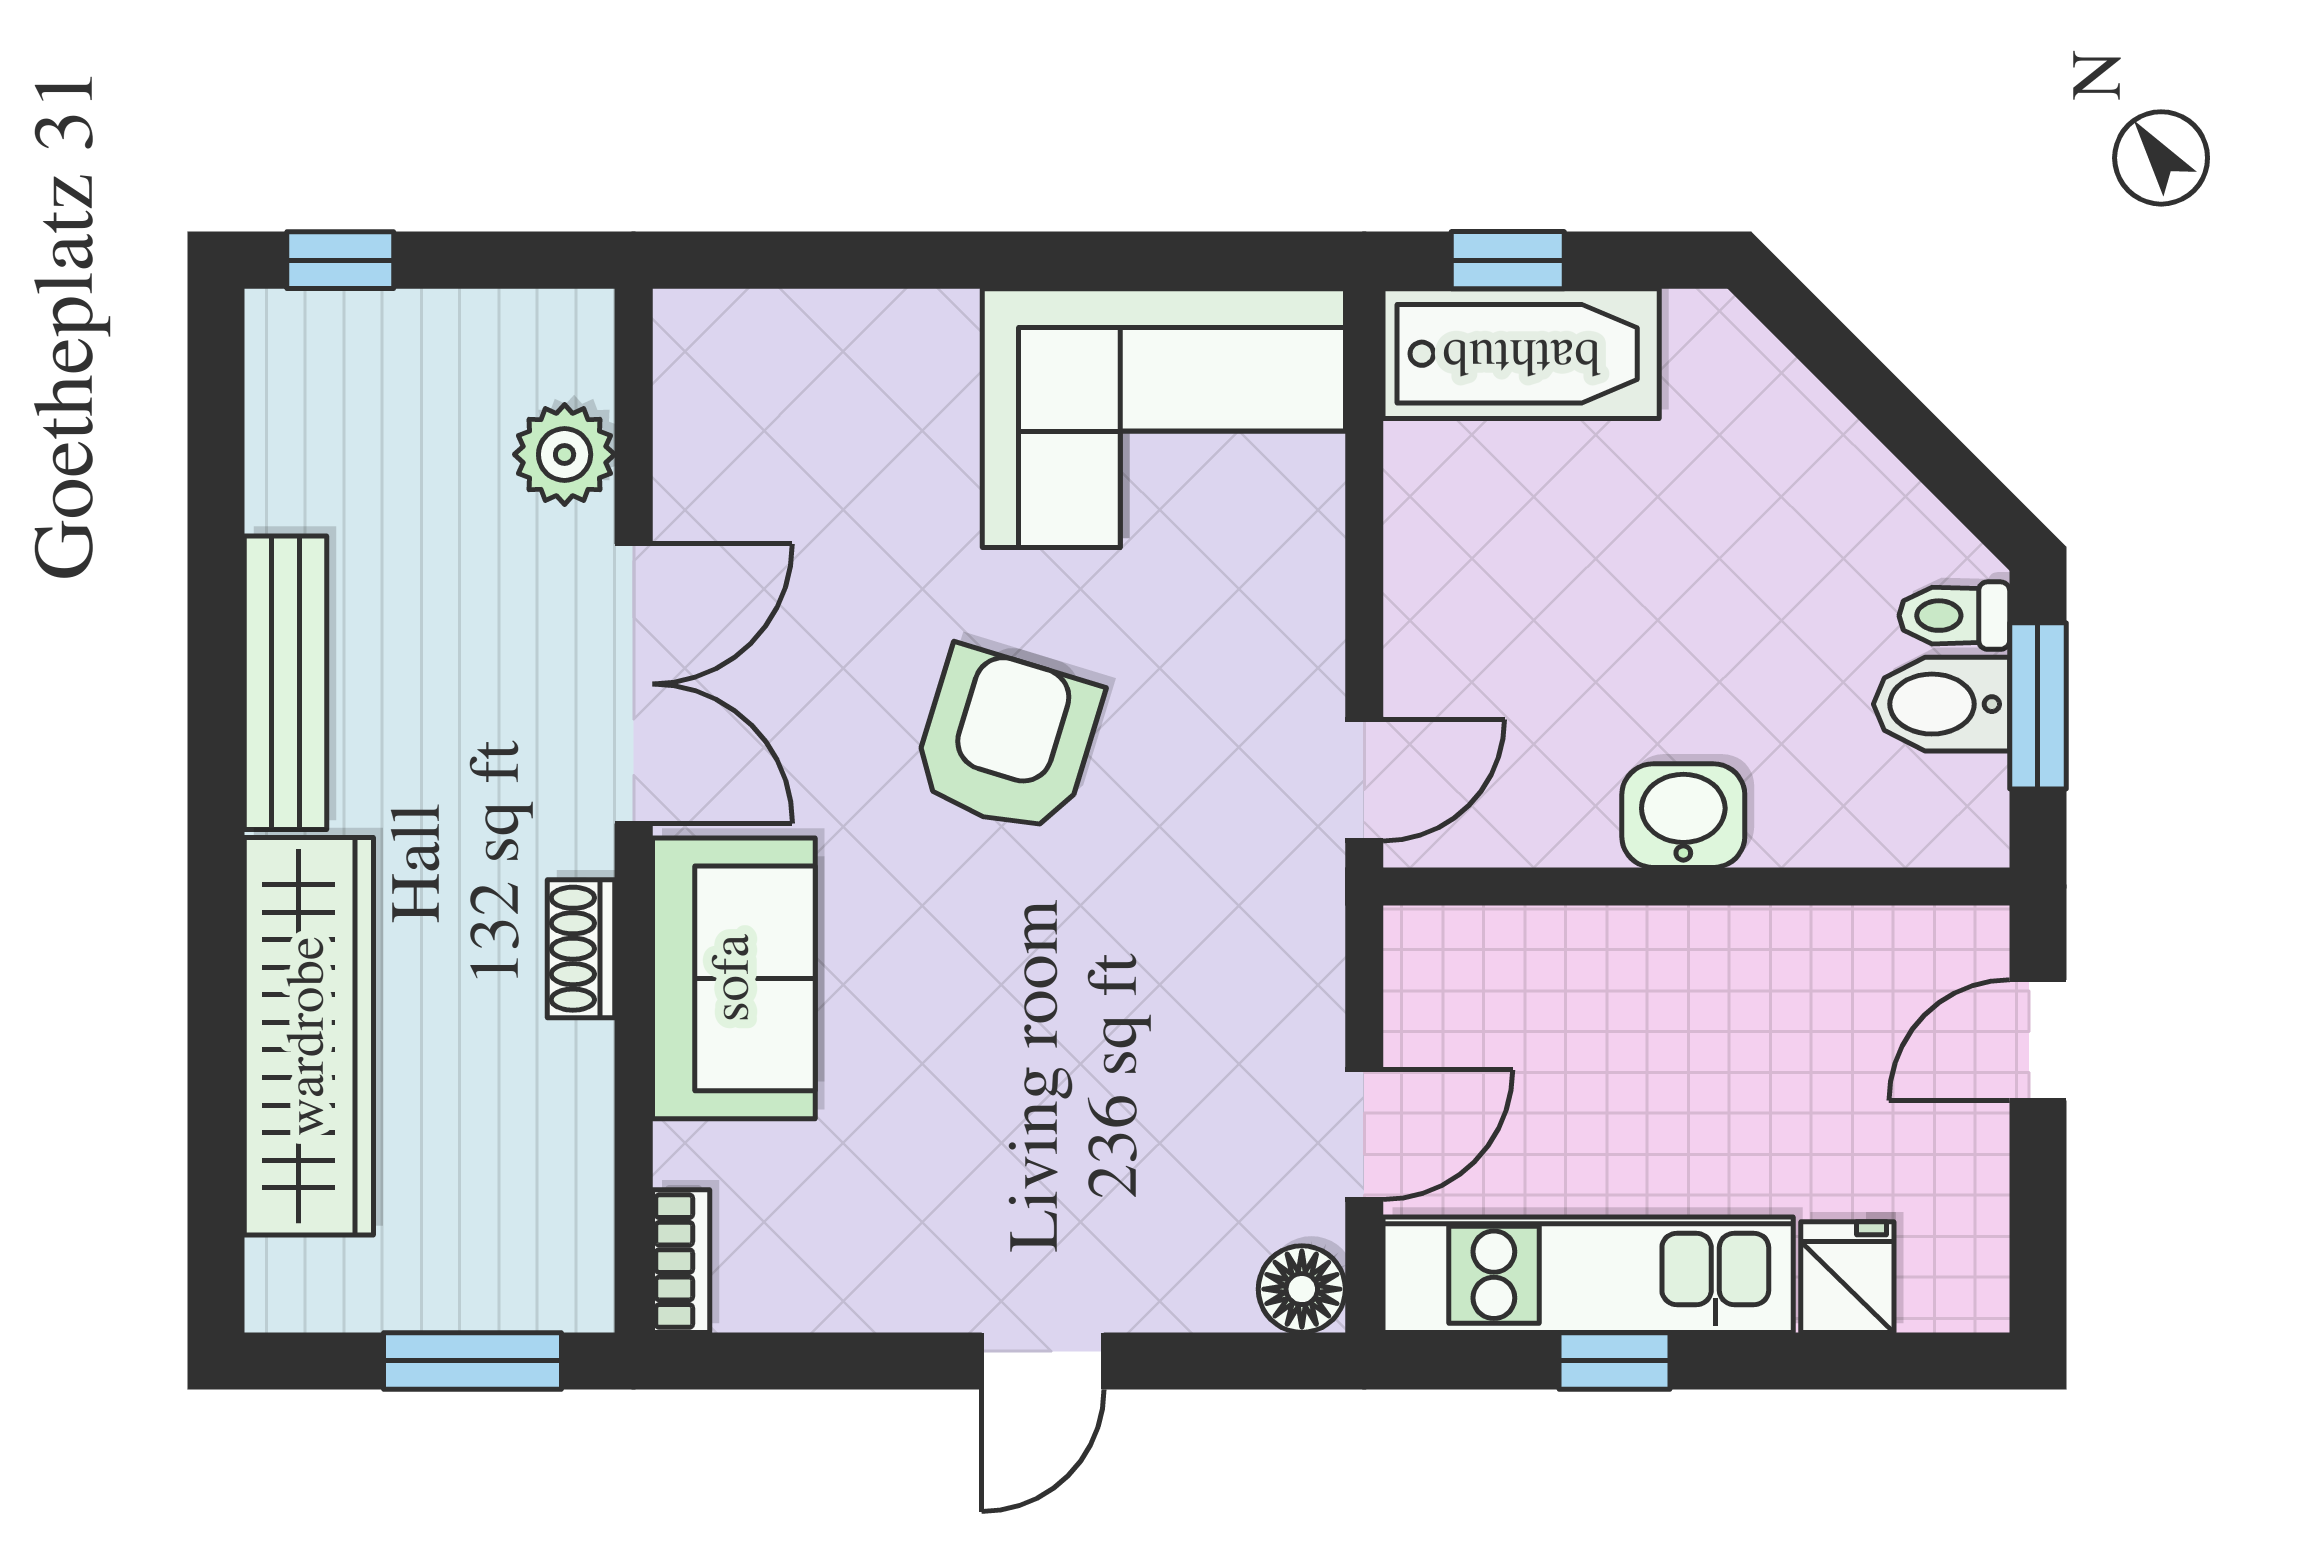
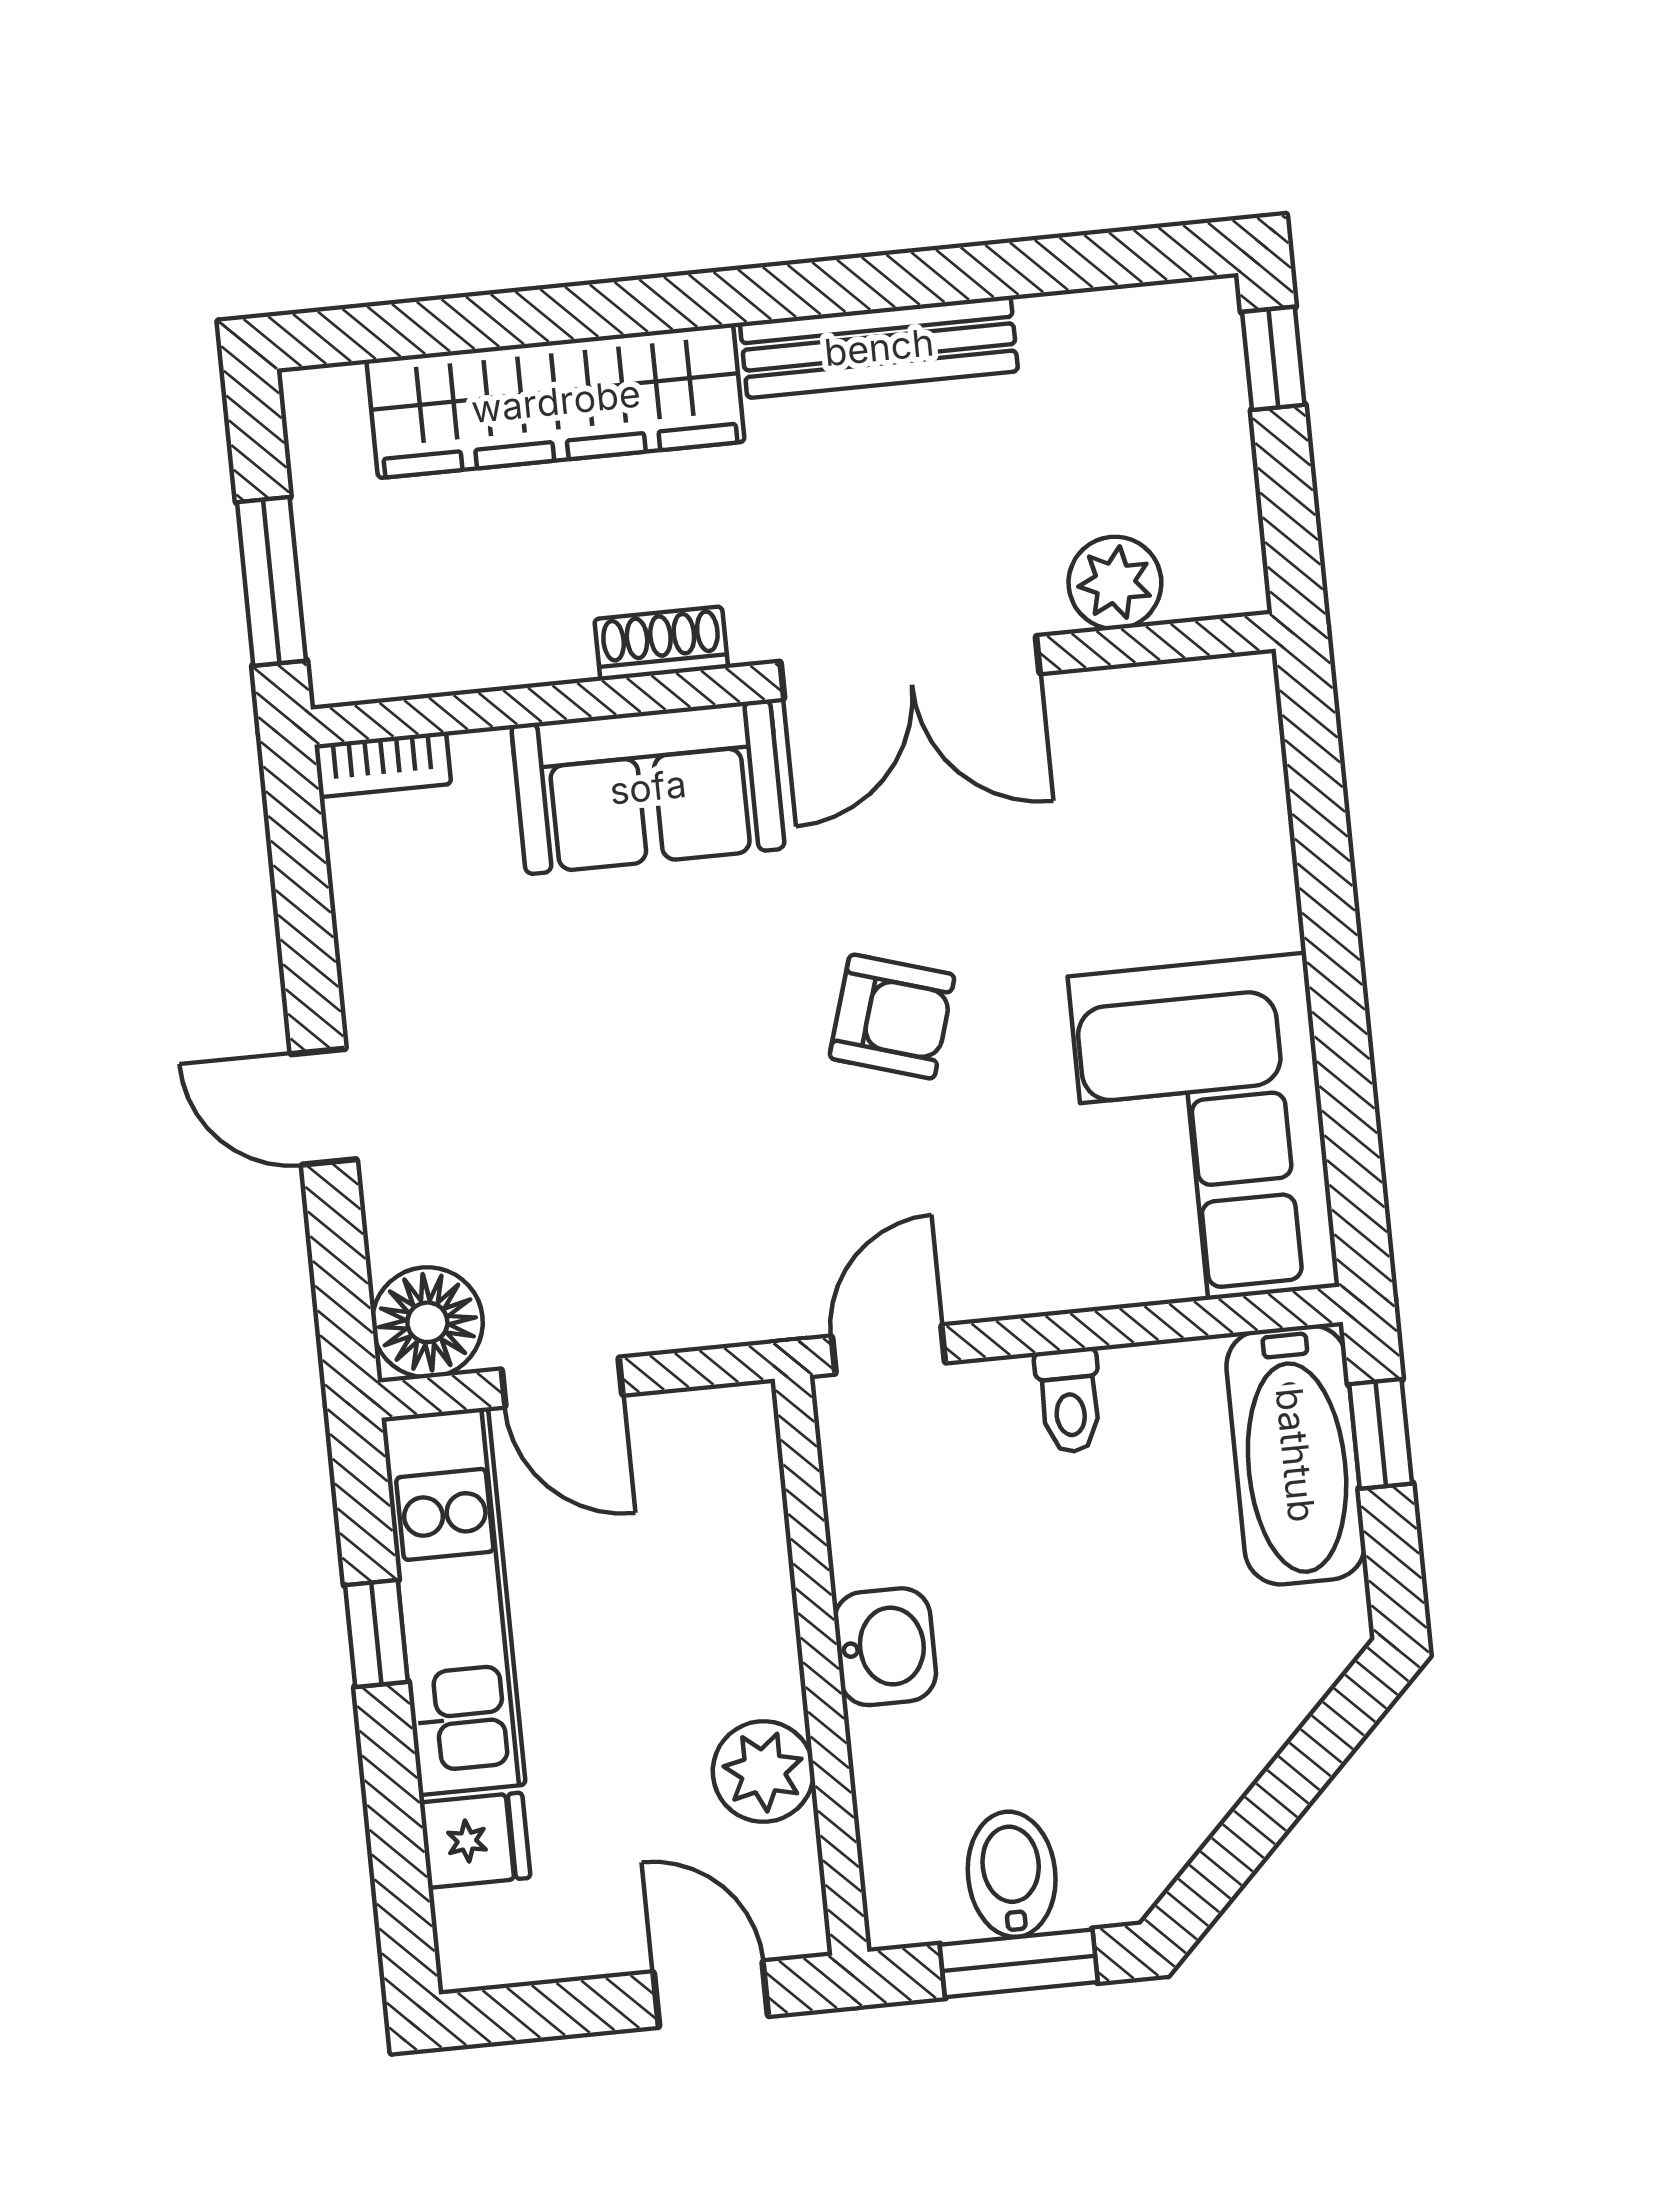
toilet: (1954, 616) -> (1069, 1400), moved, turned 180
armchair: (1007, 741) -> (892, 1017), width x0.72, depth x0.72
door: (1364, 780) -> (889, 1350), swing flipped
plant: (1804, 960) -> (763, 1771), added
floor lamp: (1302, 1289) -> (427, 1322), width x1.38, depth x1.38

